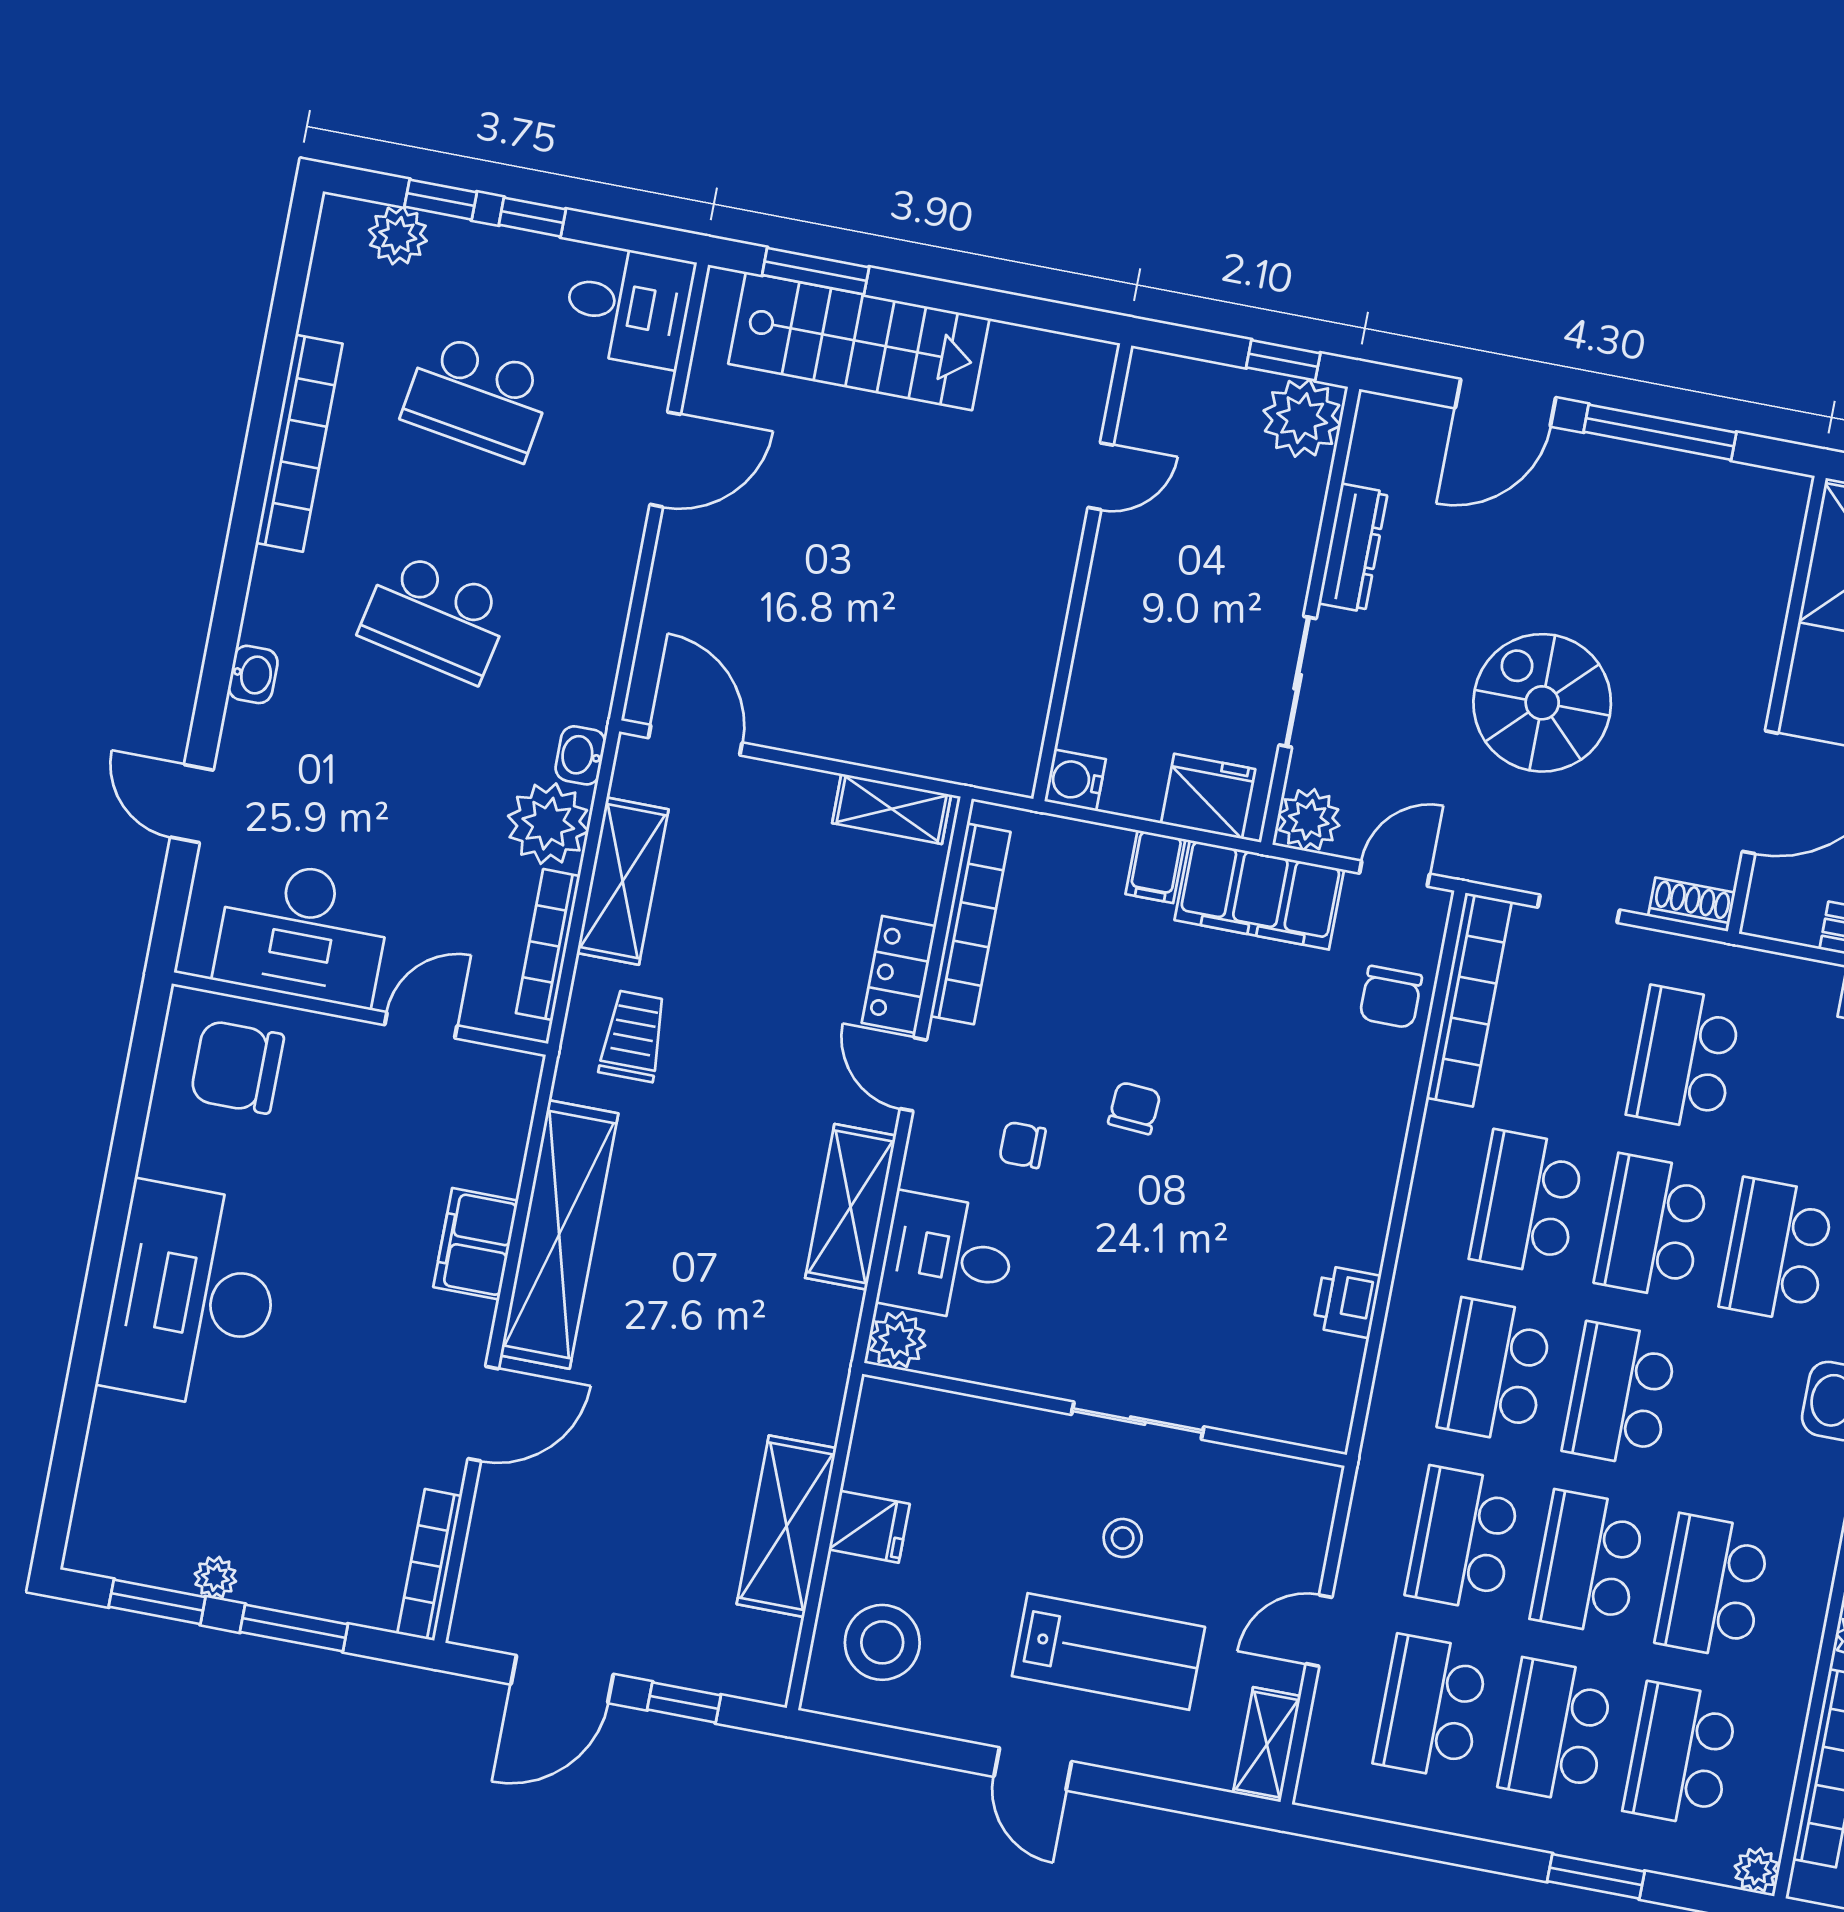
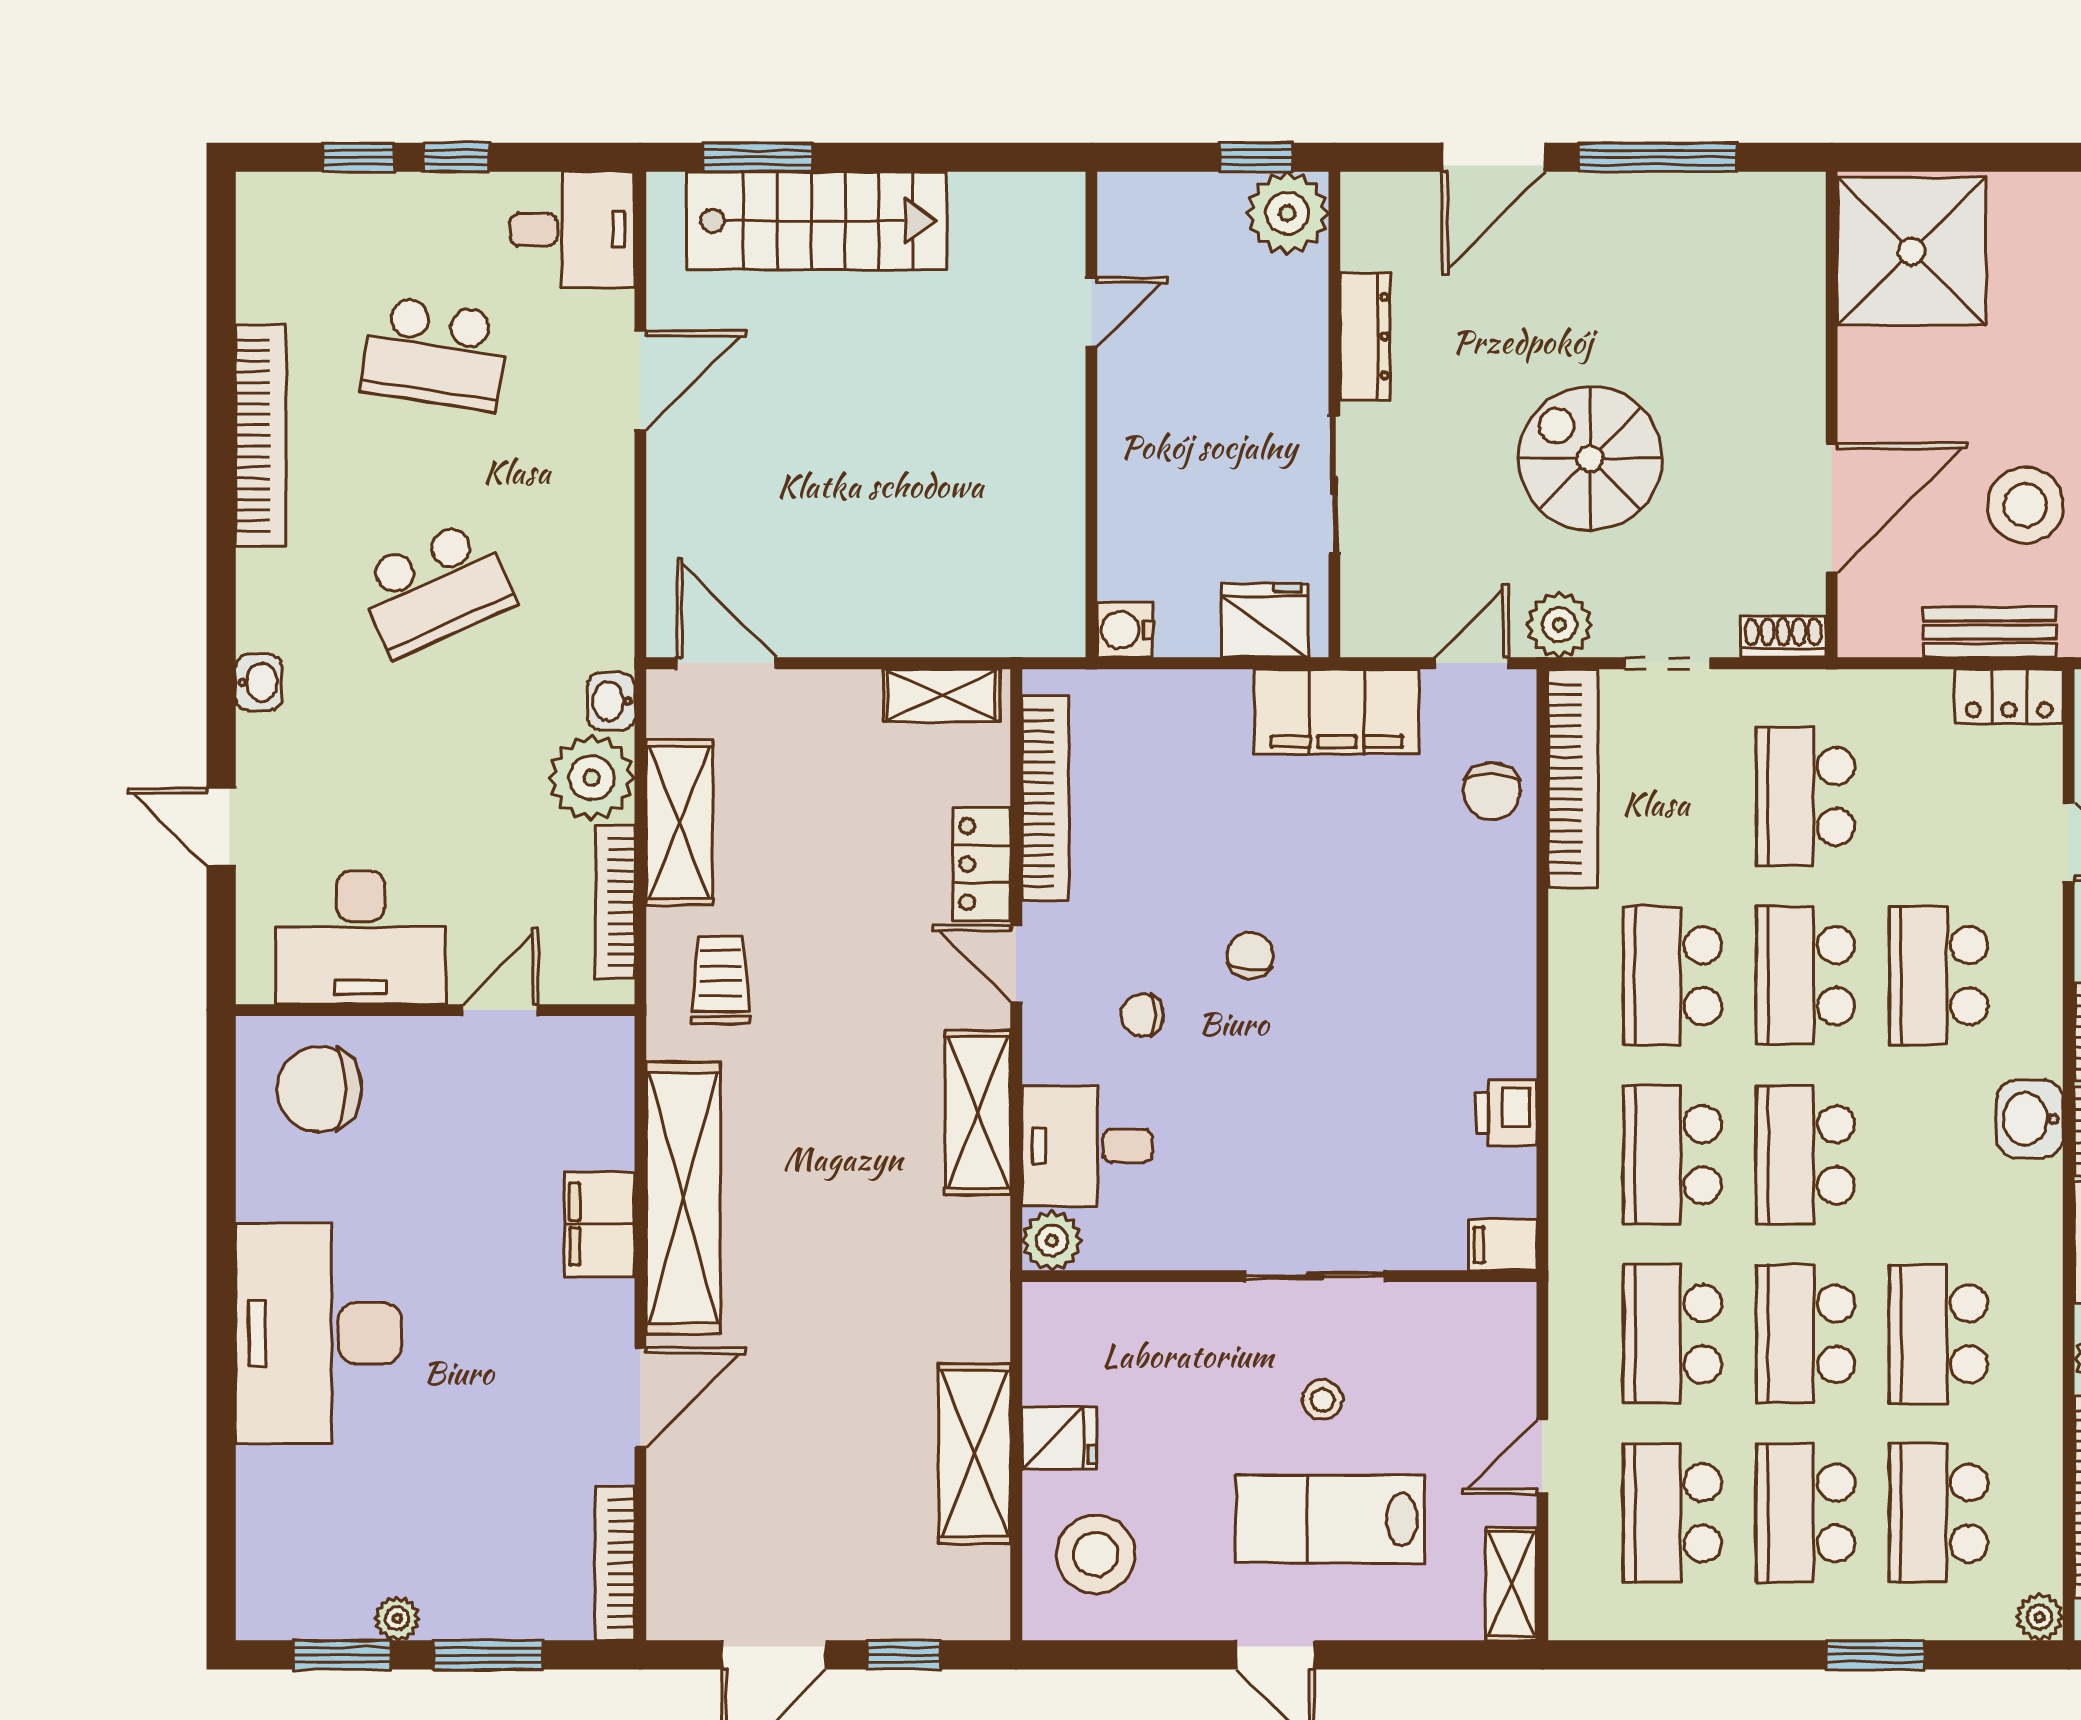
plant: (398, 235) -> (322, 203), removed
school desk: (435, 618) -> (435, 588), turned -36
plant: (1309, 820) -> (1559, 625), moved
filing cabinet: (1155, 867) -> (1503, 1245), moved, turned 90
lab bench: (1108, 1651) -> (1330, 1519), turned 180

